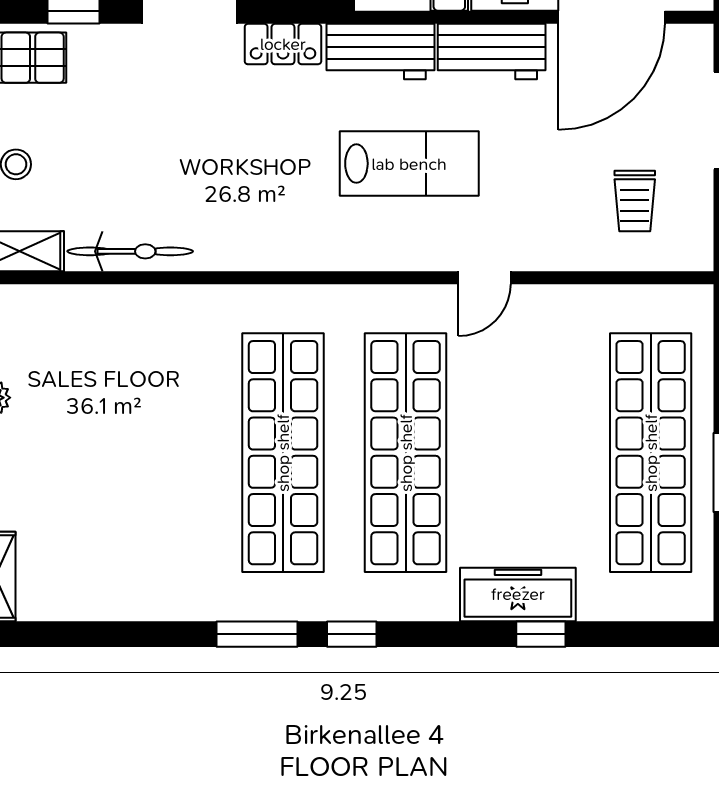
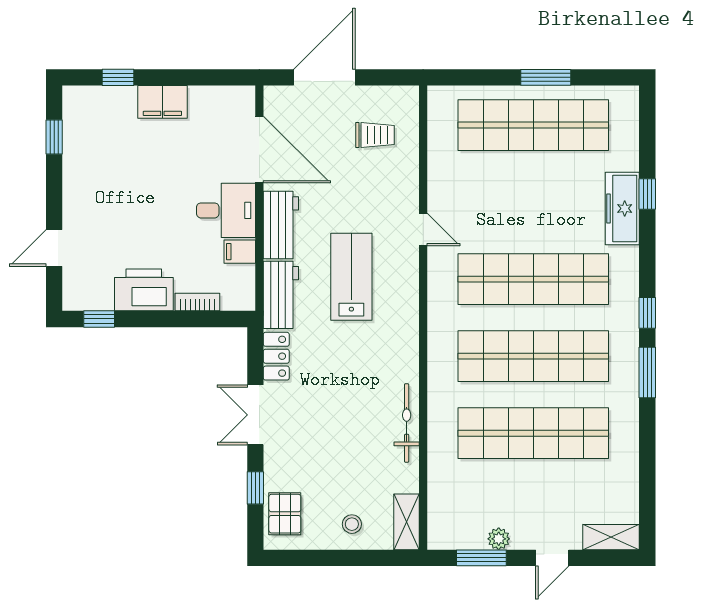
bicycle: (130, 251) -> (407, 423), moved
shop shelf: (161, 453) -> (533, 433), added

